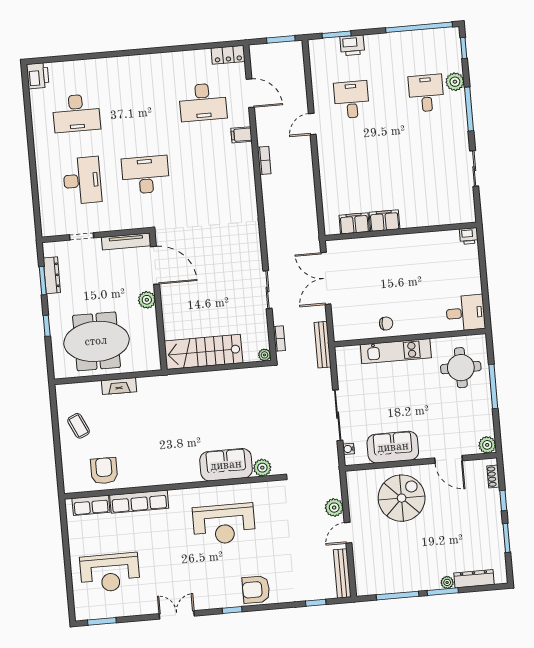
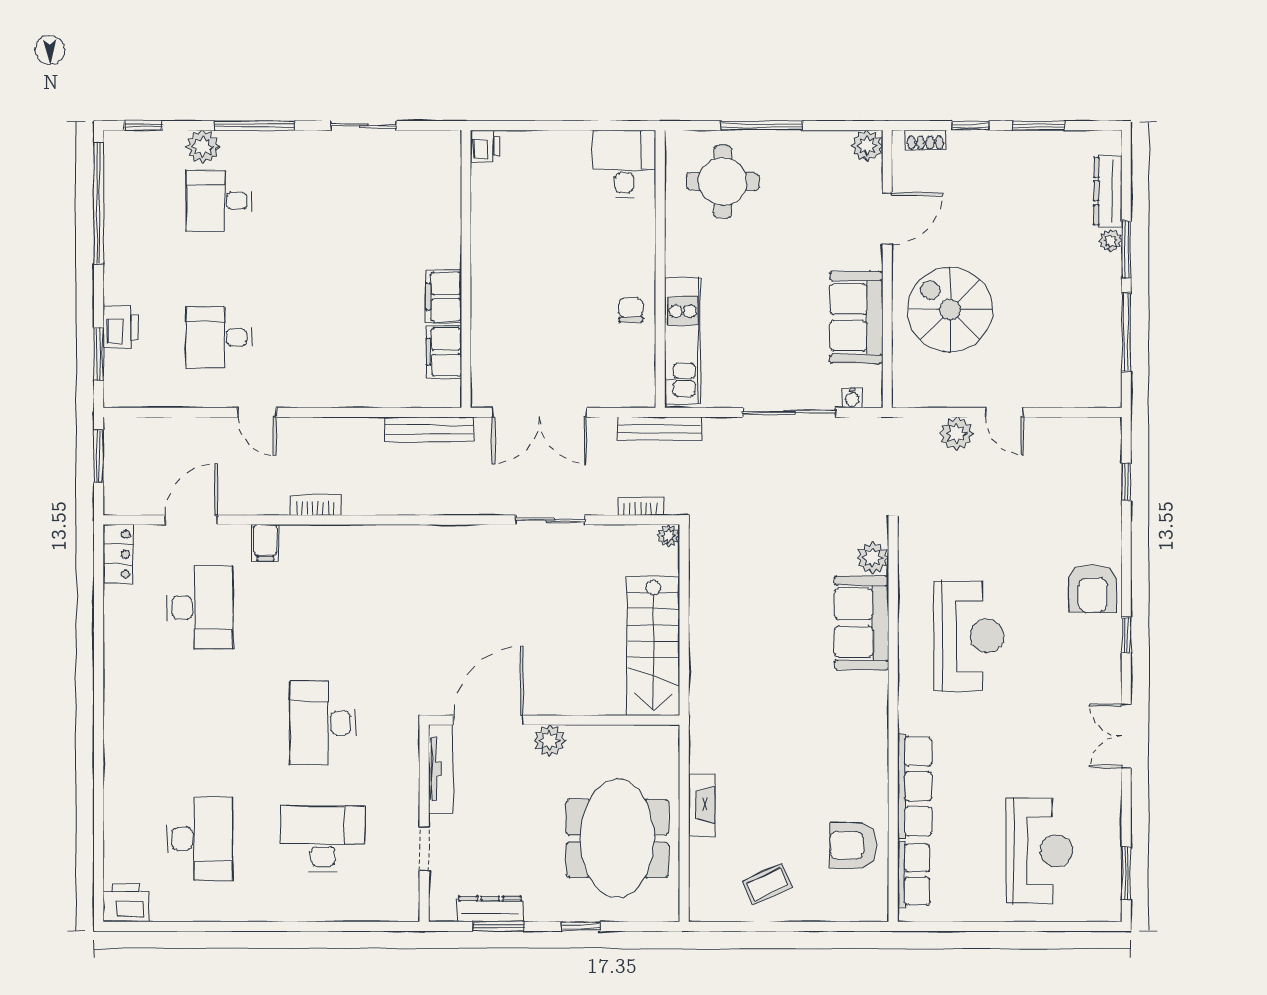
kitchen unit: (396, 351) -> (683, 340), moved
bench: (342, 573) -> (429, 429), moved

